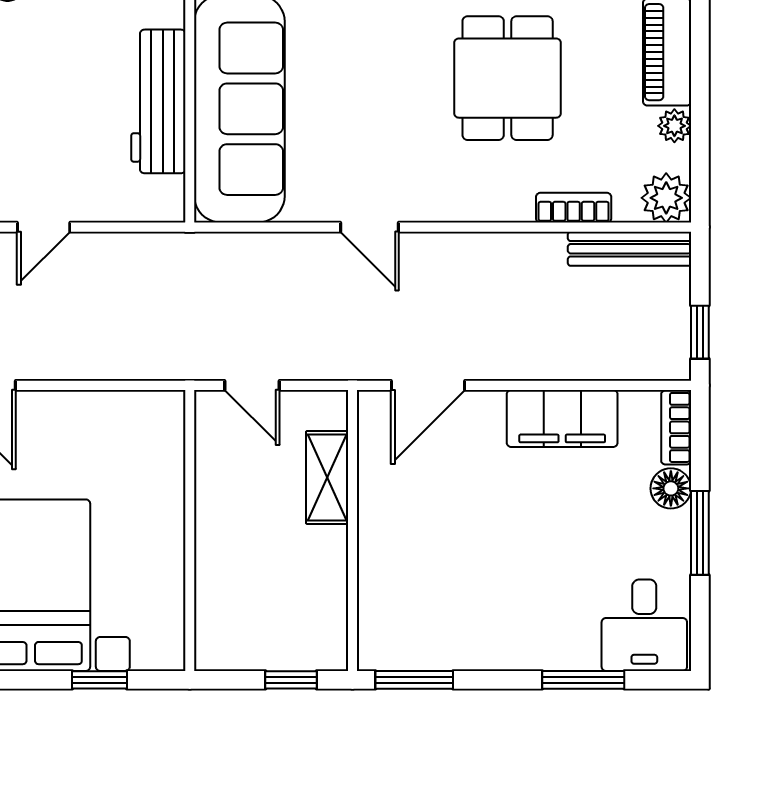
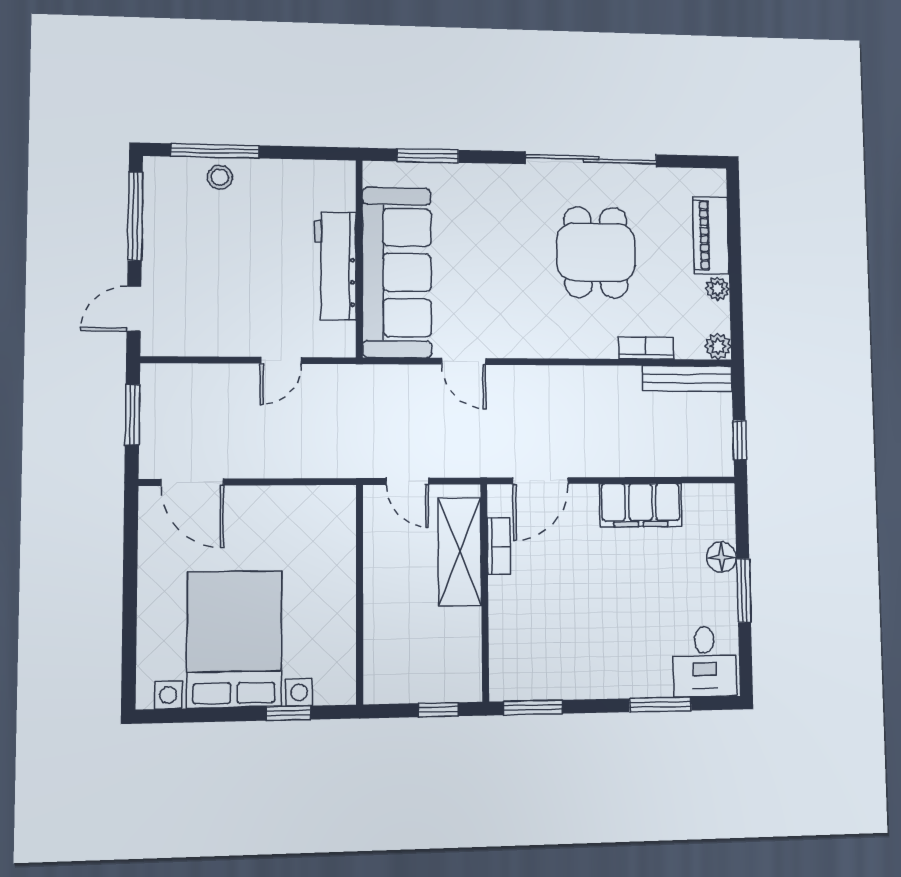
plant: (666, 198) -> (718, 346), width x0.73, depth x0.73
door: (44, 227) -> (281, 360), moved
door: (370, 227) -> (464, 361), moved
bookcase: (676, 427) -> (499, 546), moved, turned 180
shelving: (327, 477) -> (460, 552), width x1.50, depth x1.33

